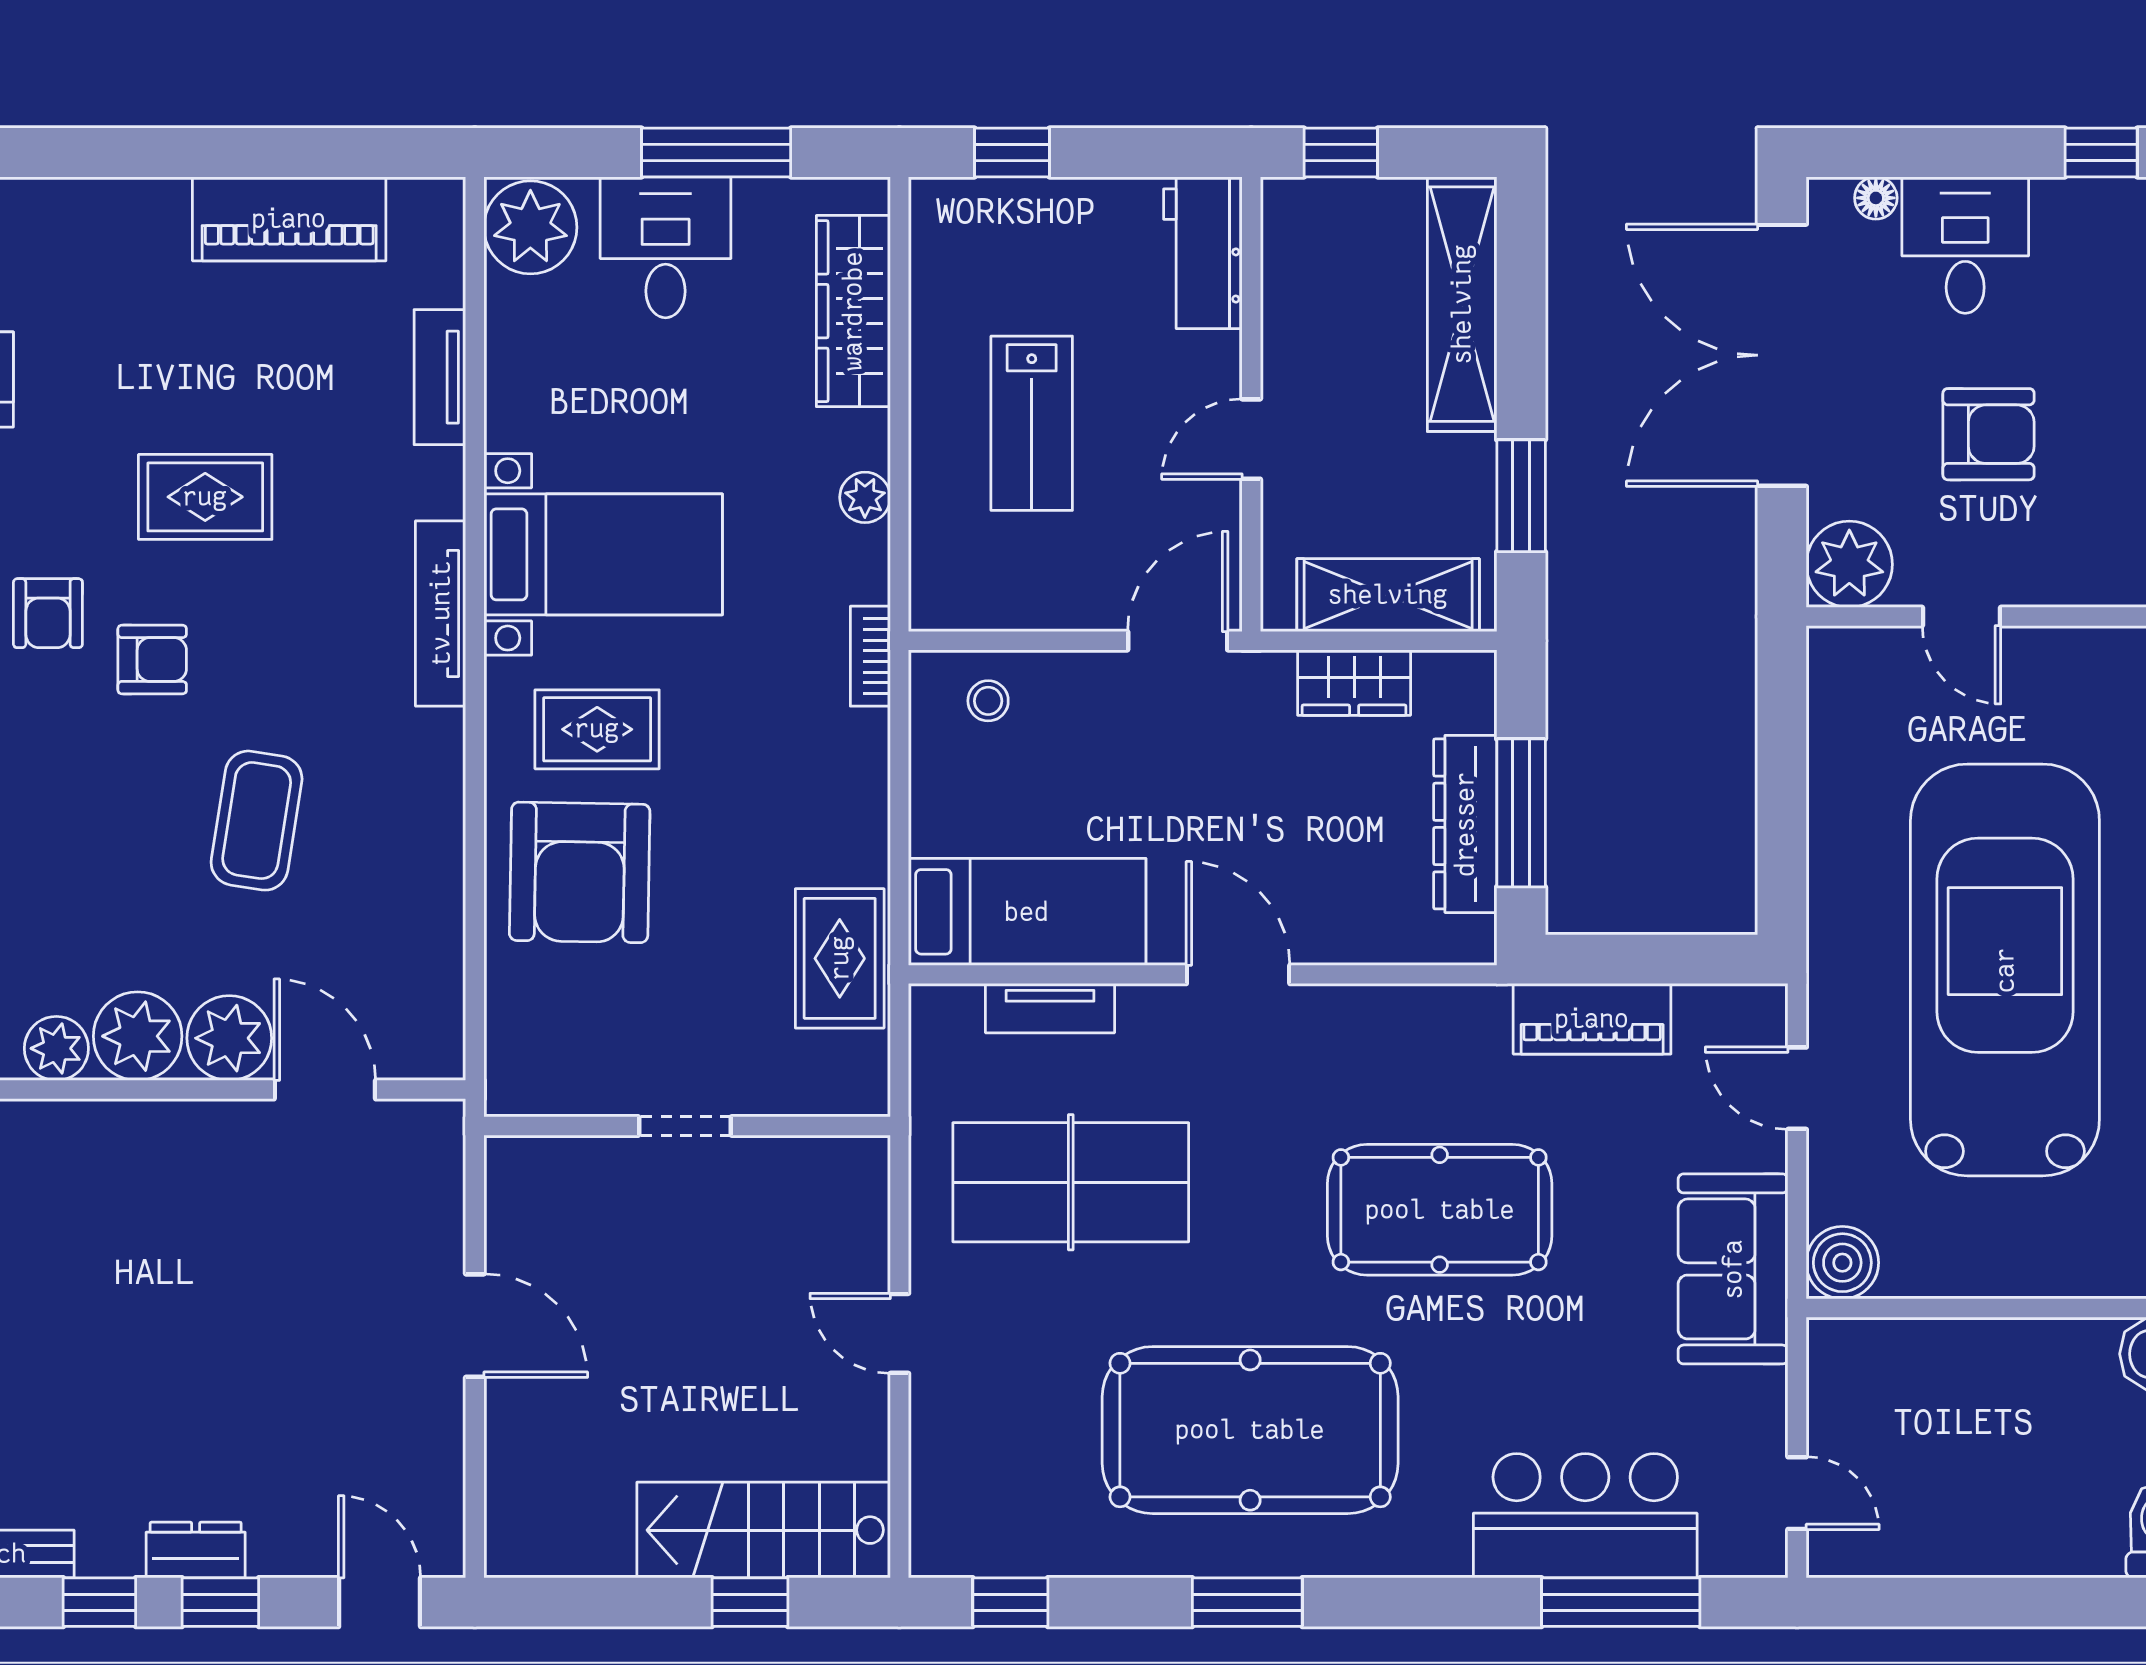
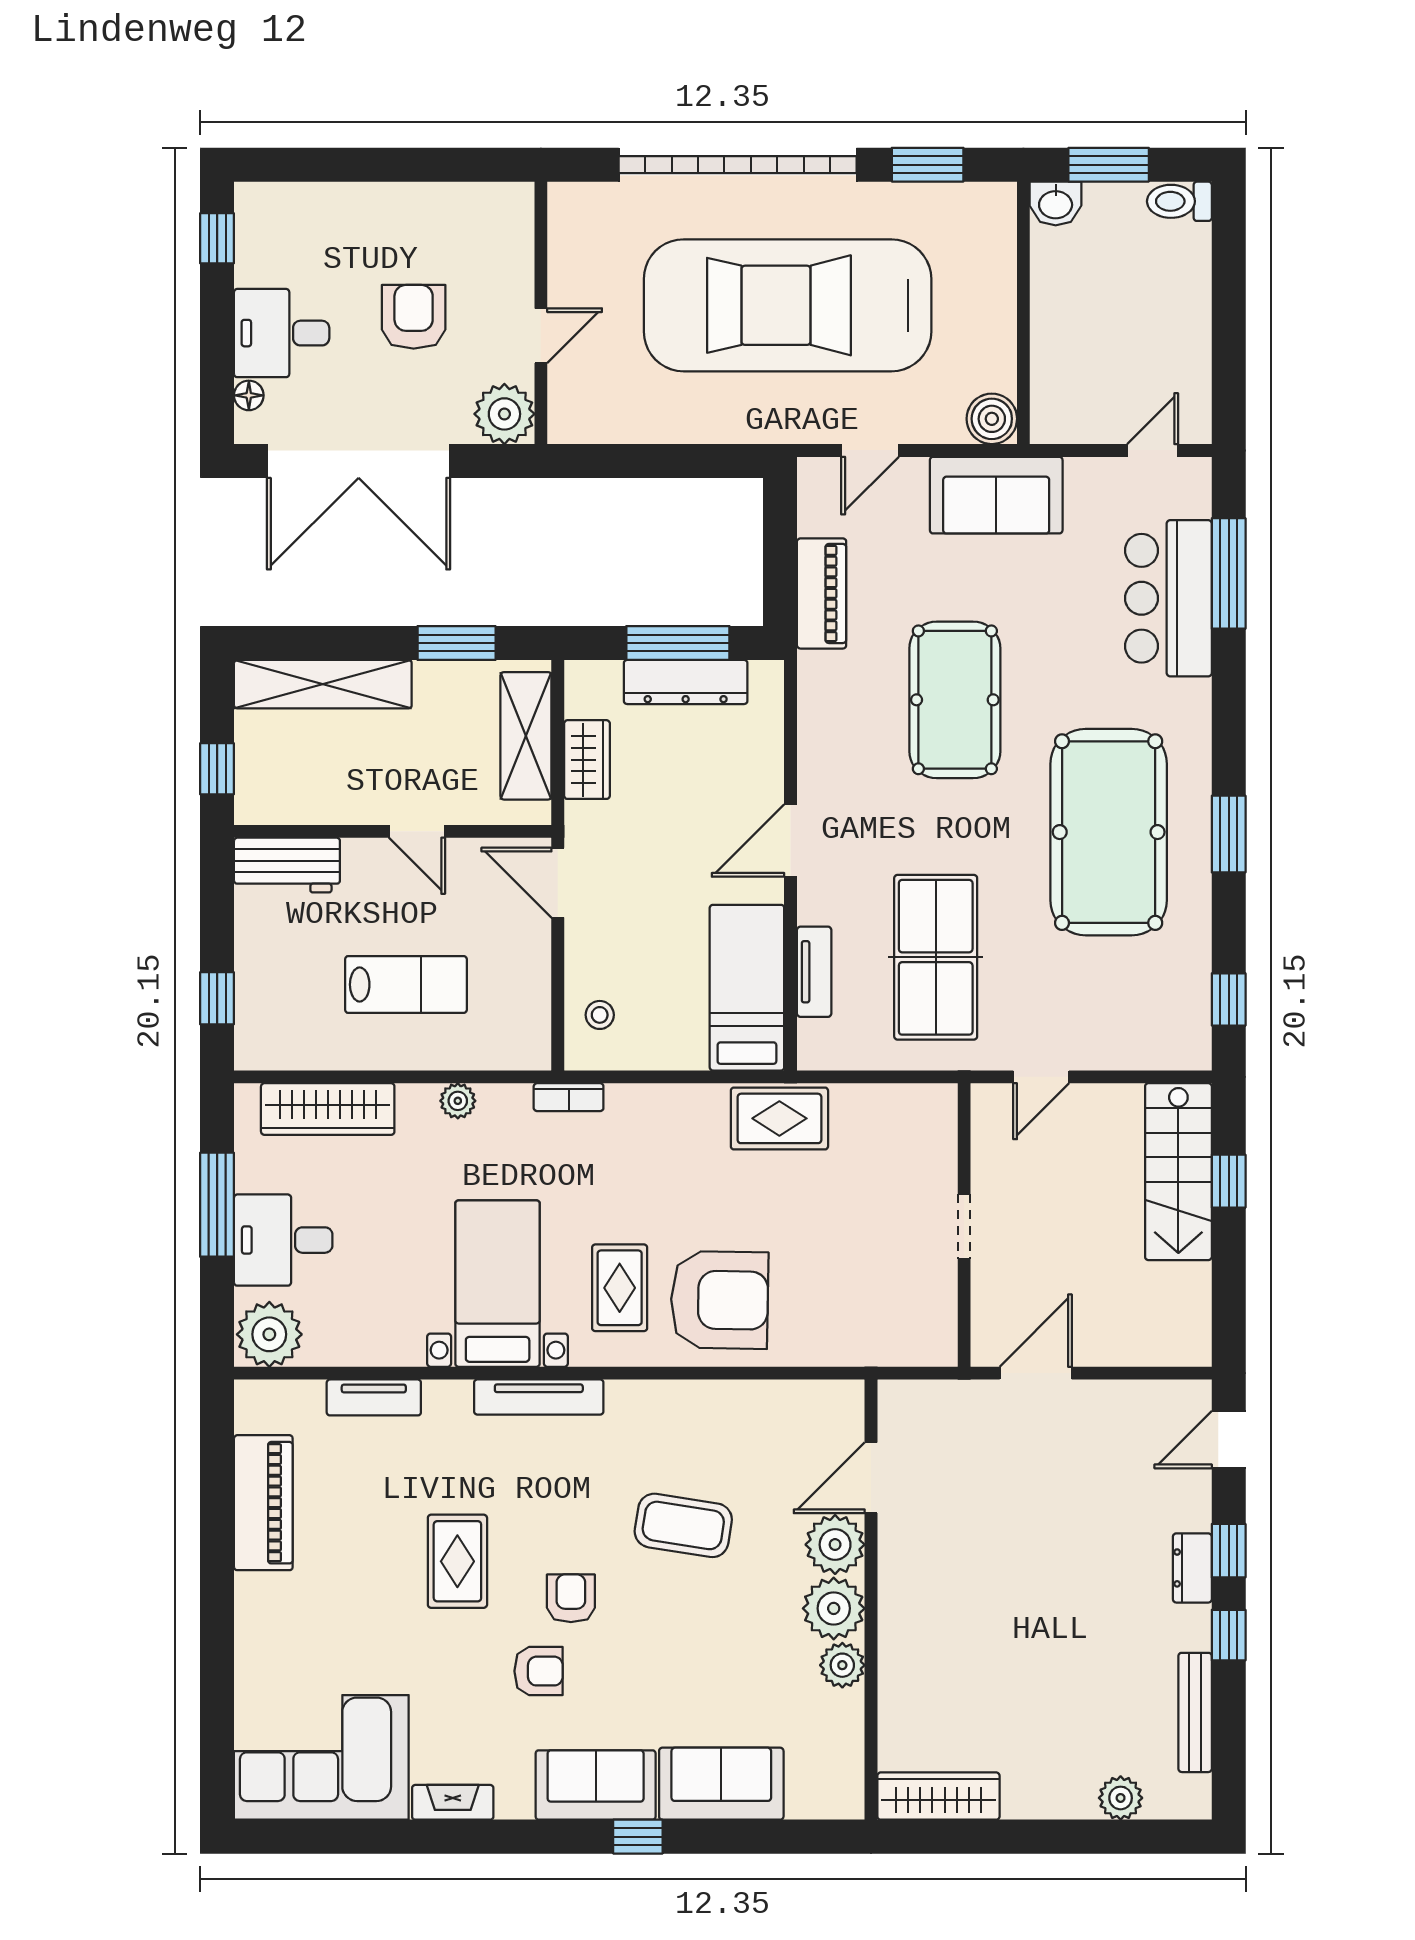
doorway: (685, 1126) -> (964, 1226), moved
wall: (687, 1126) -> (964, 1225), moved

